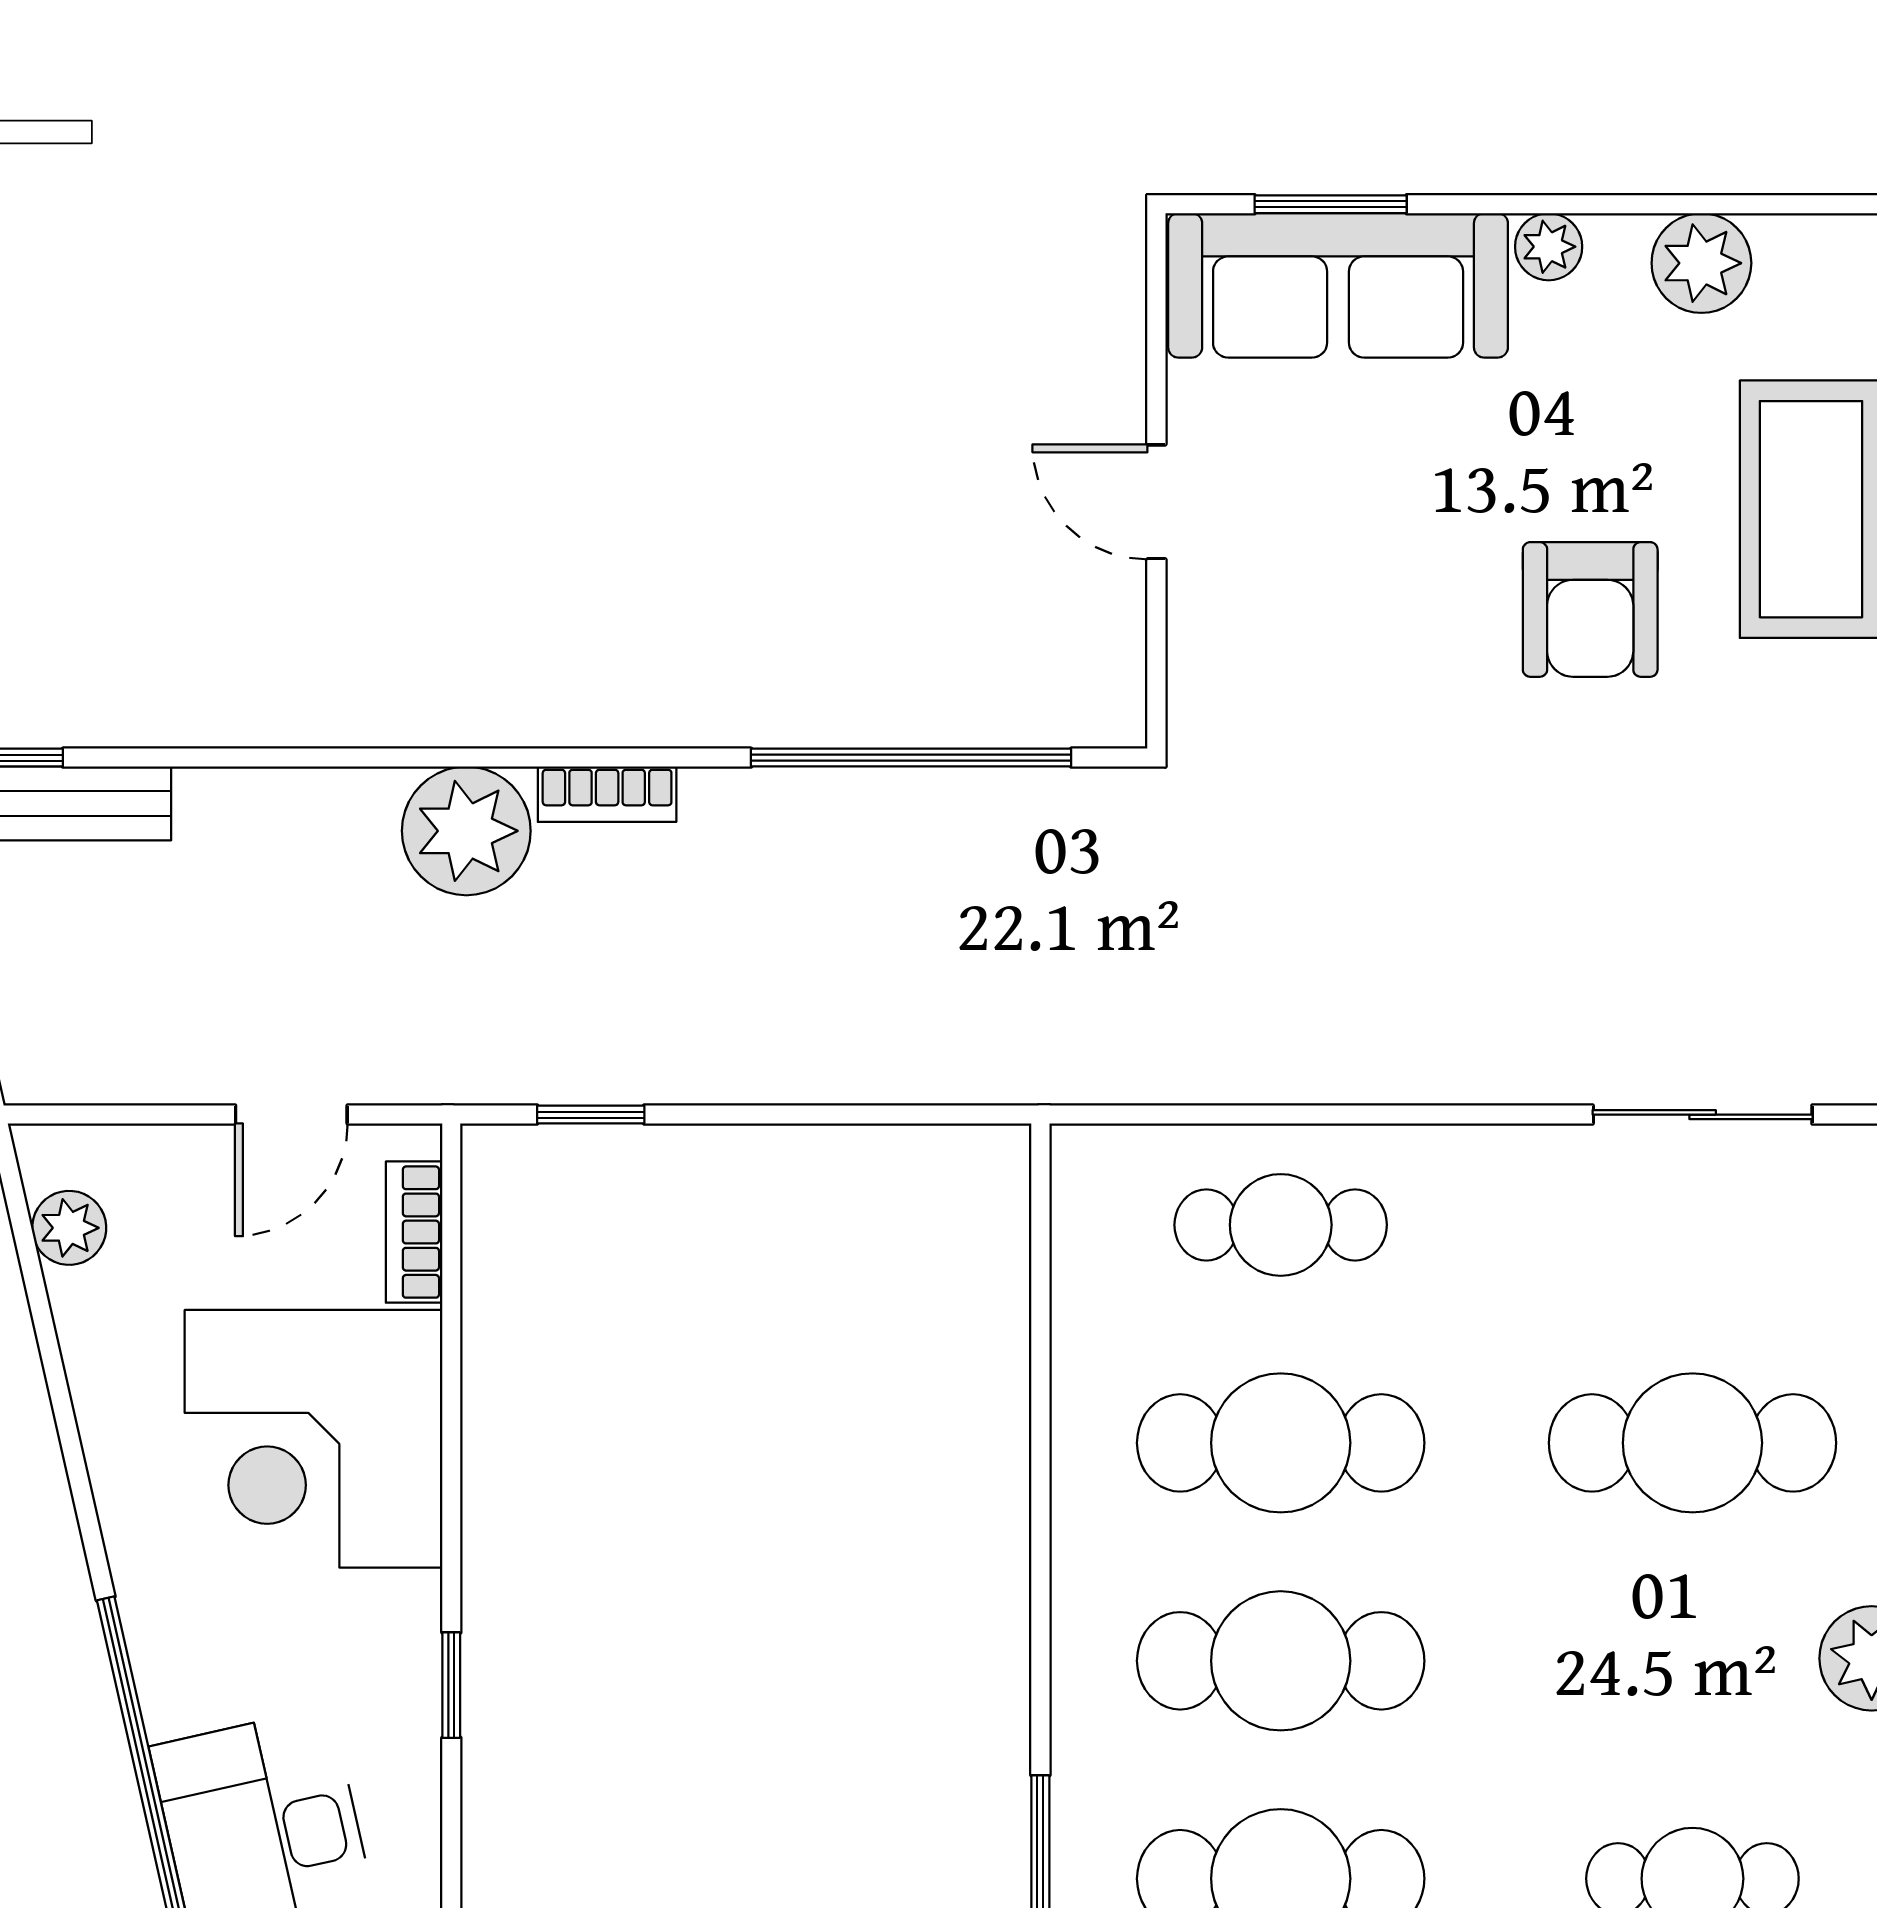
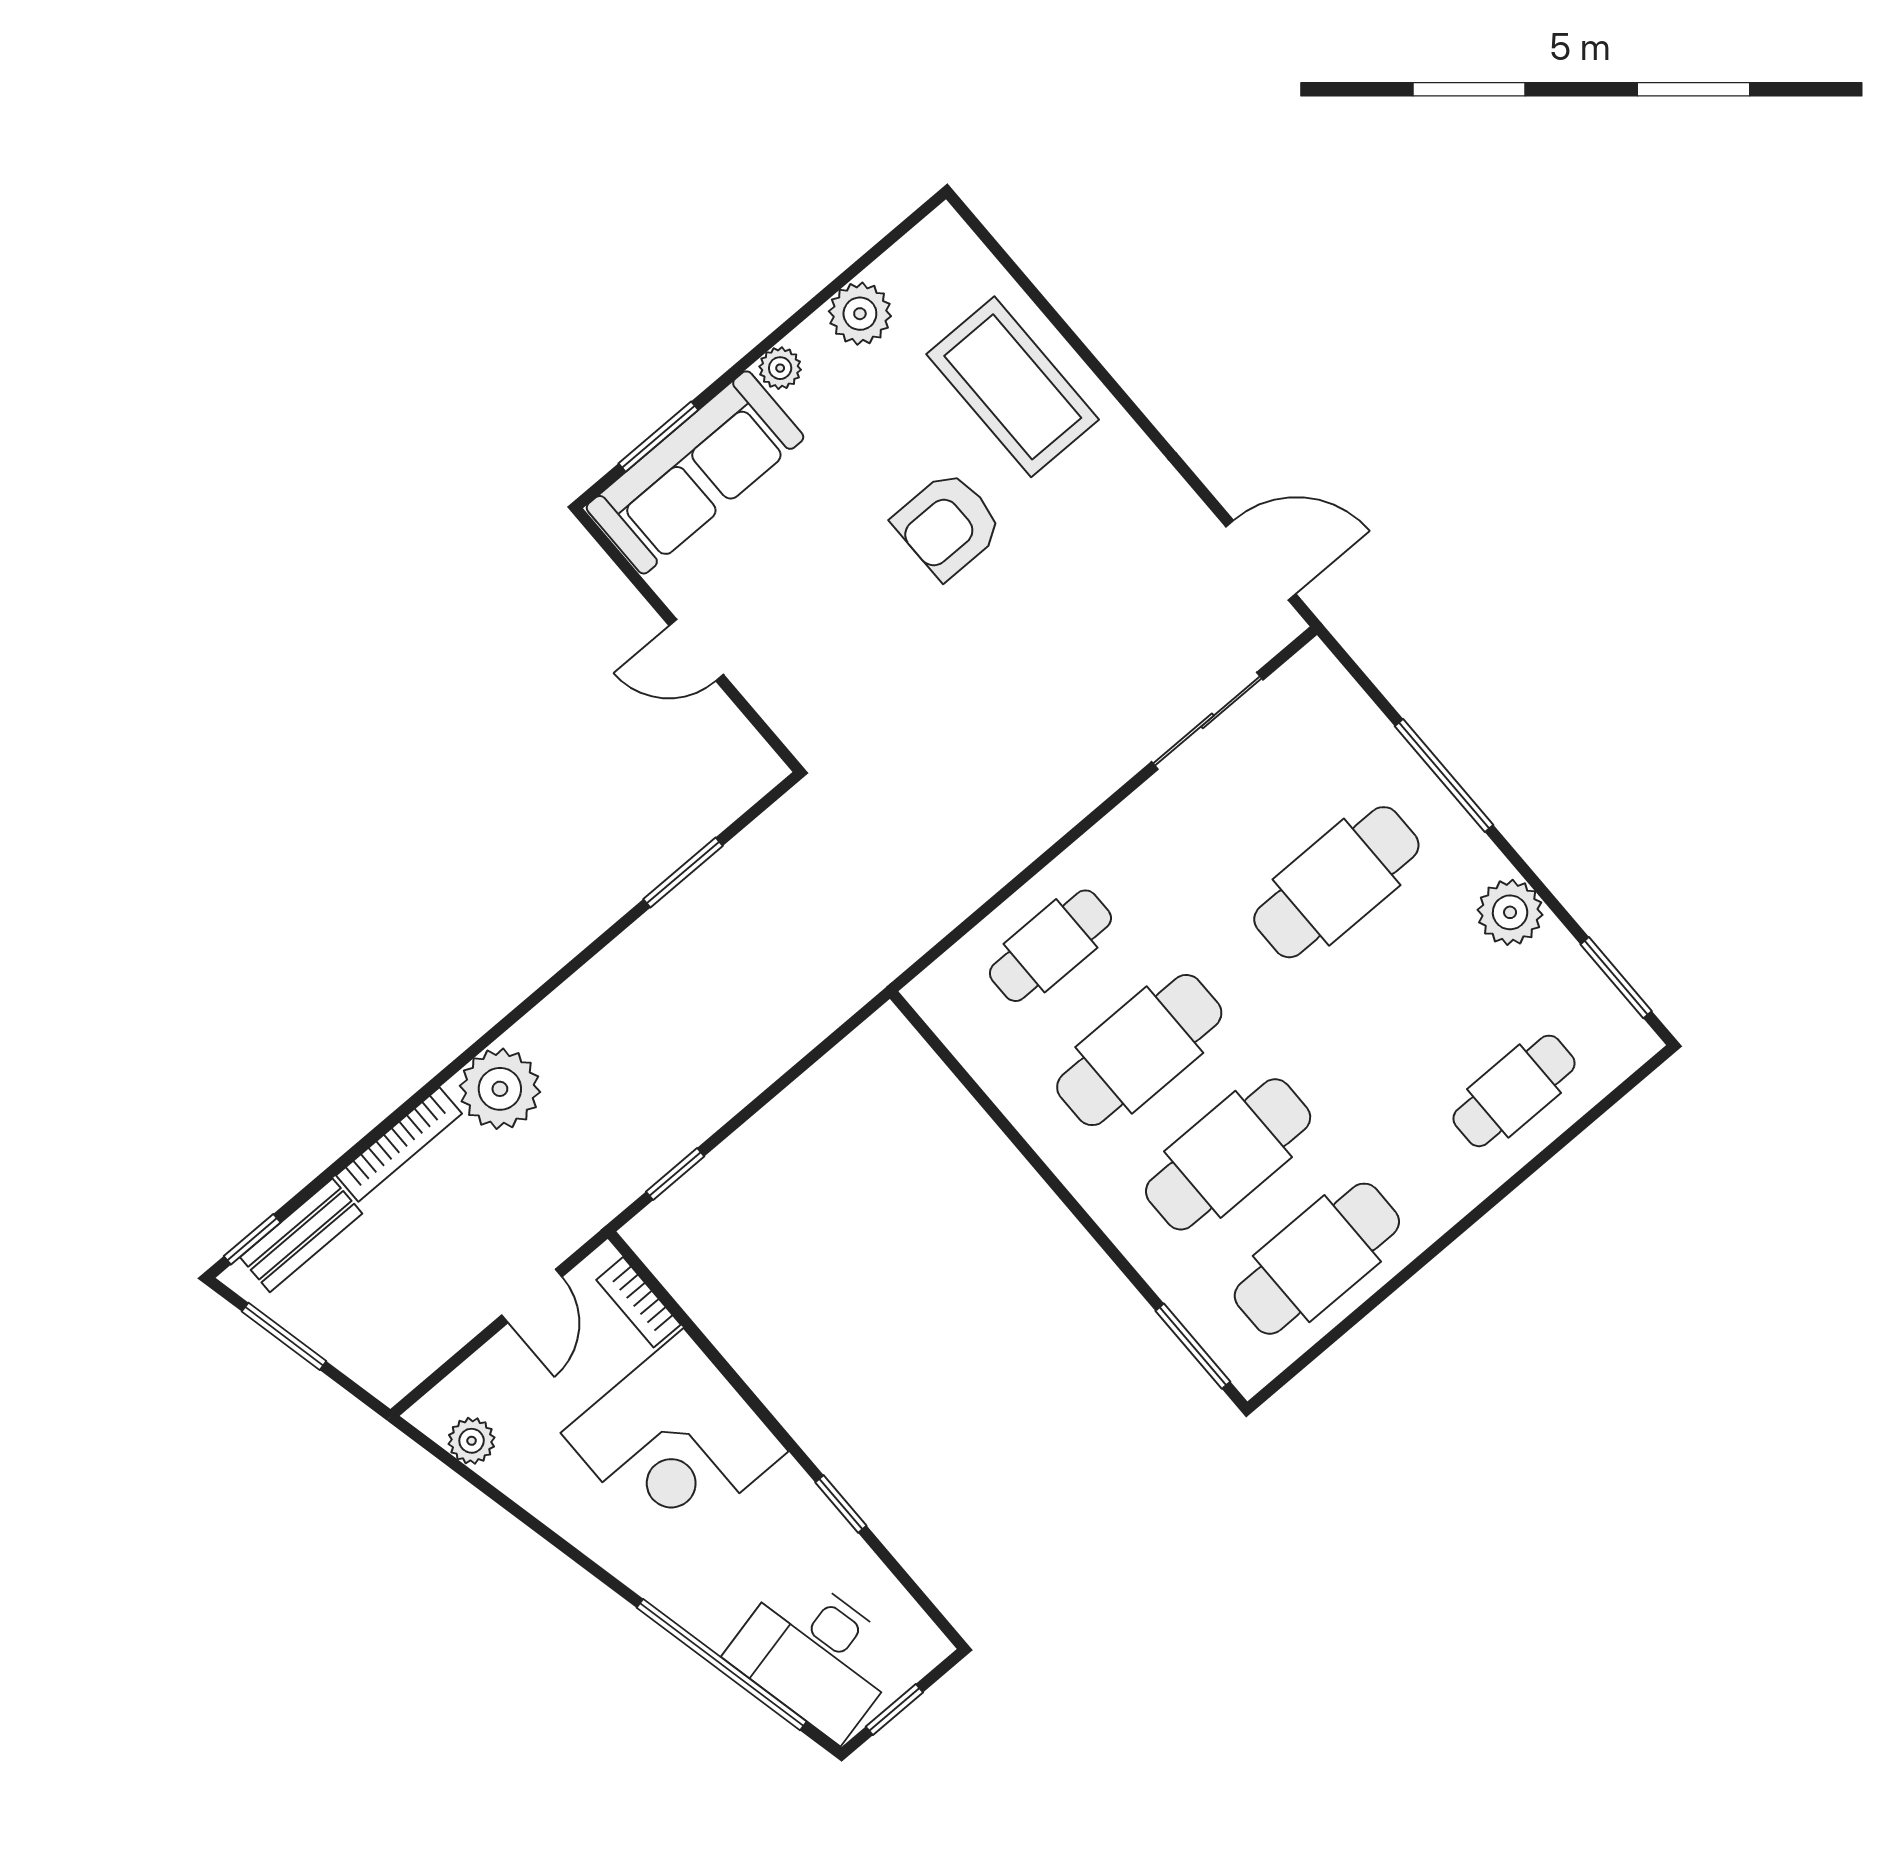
armchair: (1590, 609) -> (948, 525), turned 90
window: (911, 758) -> (683, 872), width x0.47
bookcase: (607, 794) -> (399, 1145), moved, width x1.56

